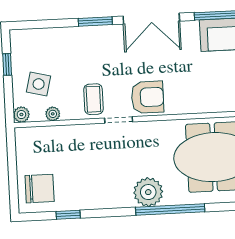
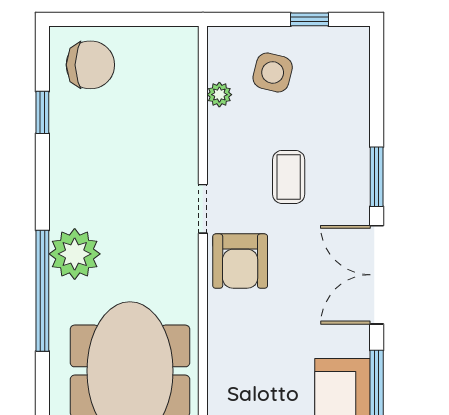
coffee table: (93, 99) -> (289, 177), moved, turned 90
plant: (21, 115) -> (221, 40), removed
chair: (40, 189) -> (90, 65), turned -90

